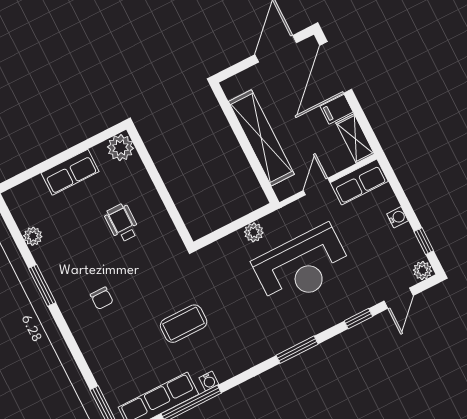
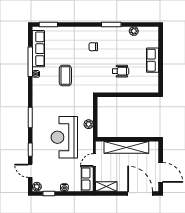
filing cabinet: (337, 109) -> (122, 185), removed
plant: (120, 148) -> (152, 86), removed
door: (317, 186) -> (94, 160), swing flipped

